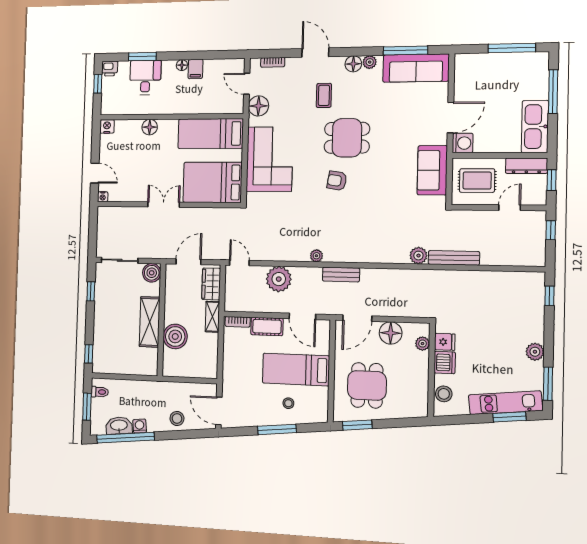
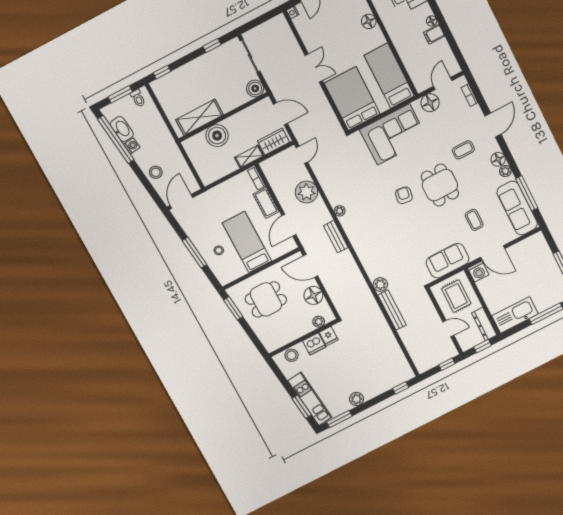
coffee table: (403, 120) -> (474, 220), added
shelving: (150, 322) -> (200, 117), moved

